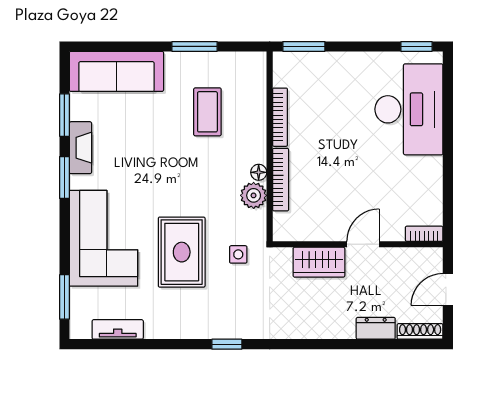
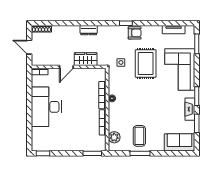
sofa: (116, 71) -> (180, 142), width x0.73
desk: (409, 109) -> (46, 107), moved
coffee table: (207, 112) -> (139, 136), moved
plant: (254, 195) -> (114, 137), moved
door: (448, 289) -> (29, 47), swing flipped
armchair: (207, 322) -> (135, 33), added
dresser: (376, 328) -> (89, 30), moved

